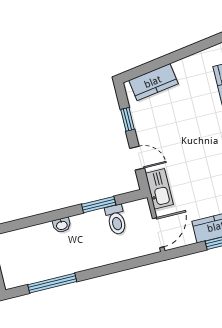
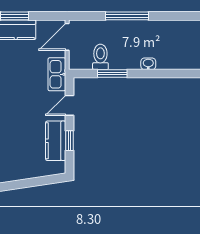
kitchen counter: (153, 82) -> (56, 141), moved, turned -81
door: (137, 158) -> (69, 105), hinge flipped
window: (52, 283) -> (127, 16), moved

